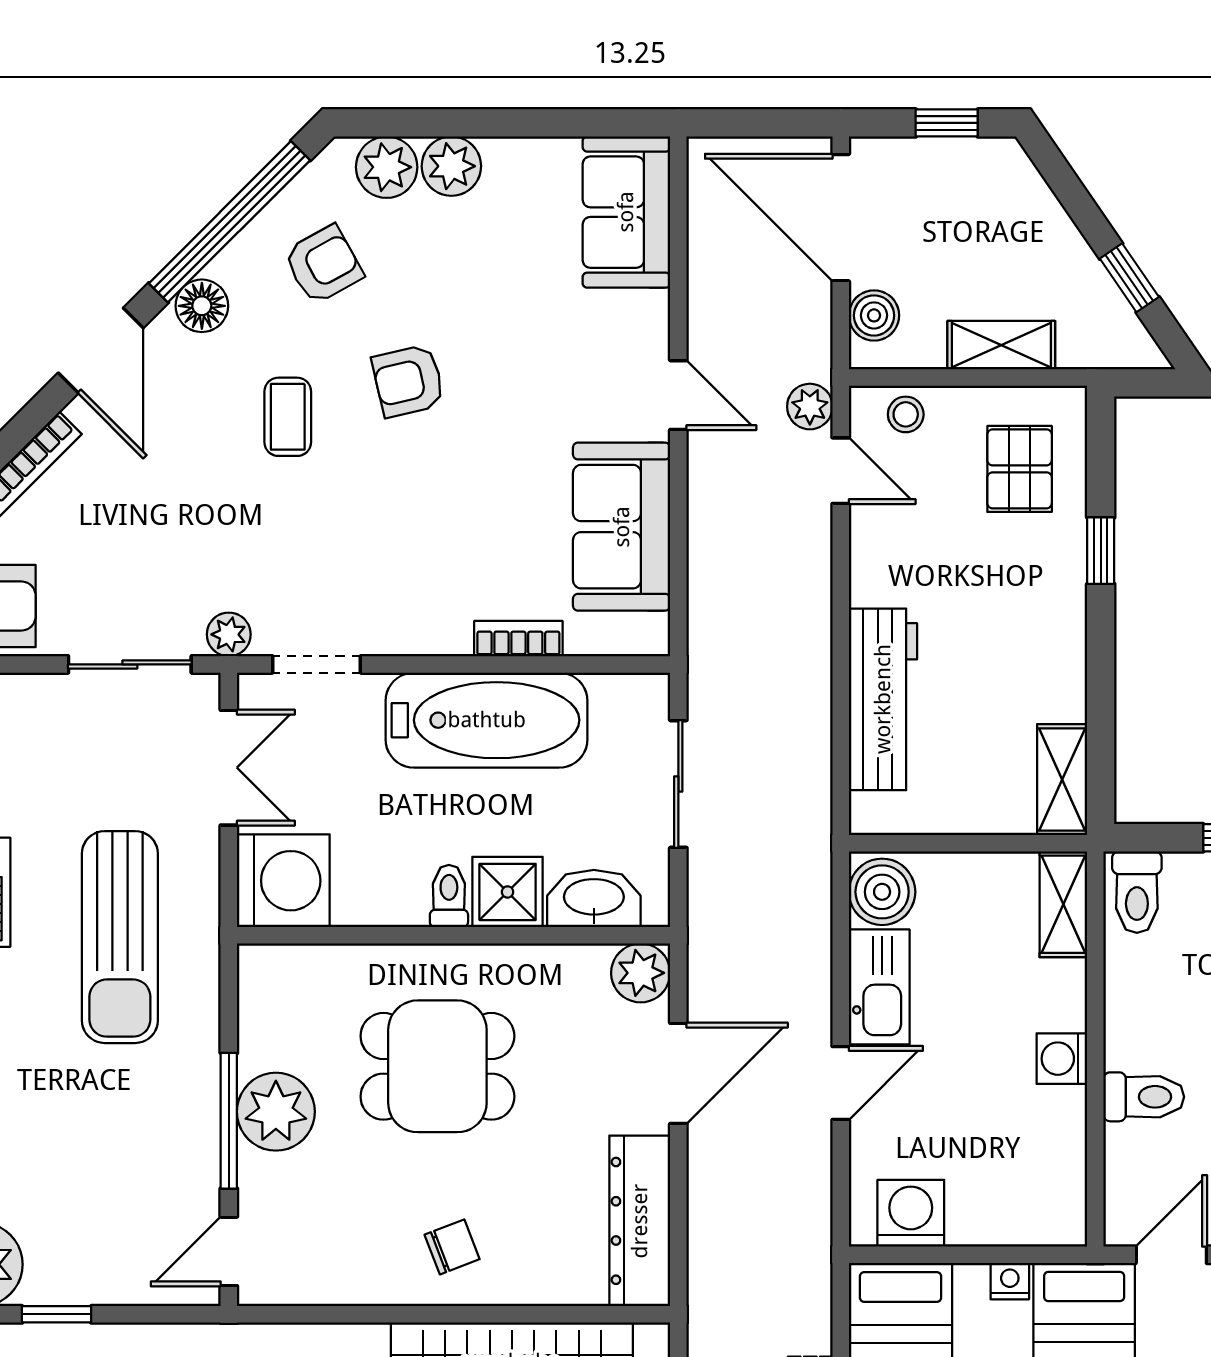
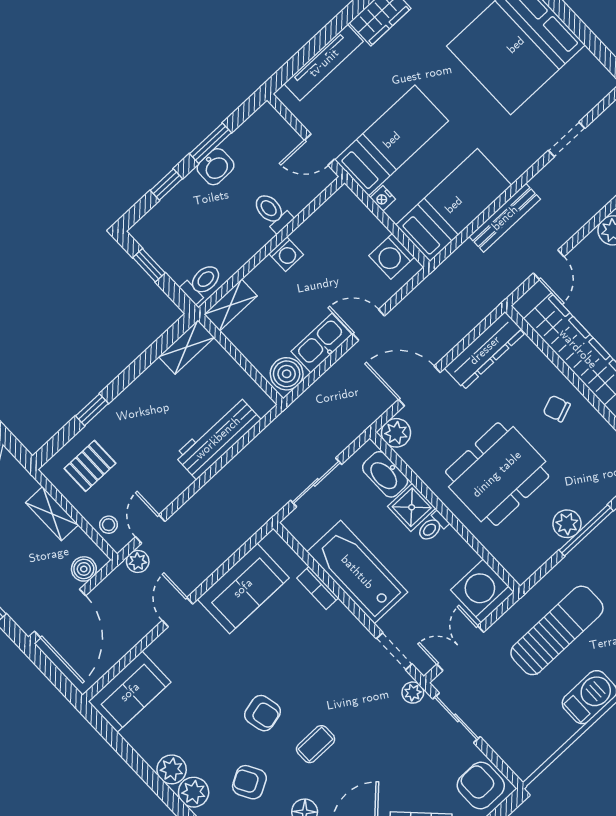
dining table: (437, 1066) -> (497, 474), width x1.38
plant: (276, 1112) -> (567, 524), width x0.73, depth x0.73

